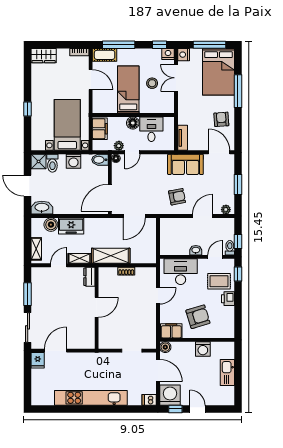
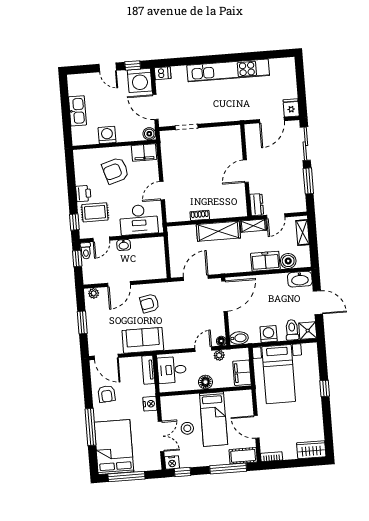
nightstand: (184, 55) -> (150, 404), moved
desk: (151, 129) -> (172, 370), moved, turned 90
dresser: (89, 277) -> (257, 205), moved
door: (97, 307) -> (246, 171), moved
wall: (97, 308) -> (246, 170), moved

